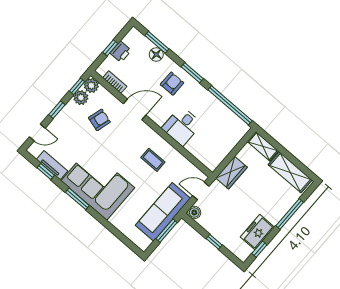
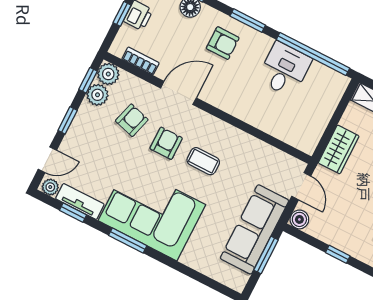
armchair: (172, 84) -> (223, 43), turned 90
desk: (182, 126) -> (284, 69), moved, turned 180
armchair: (118, 141) -> (166, 143), added
plant: (35, 151) -> (50, 187), added
coffee table: (153, 160) -> (203, 161), moved
door: (201, 191) -> (301, 186), swing flipped

